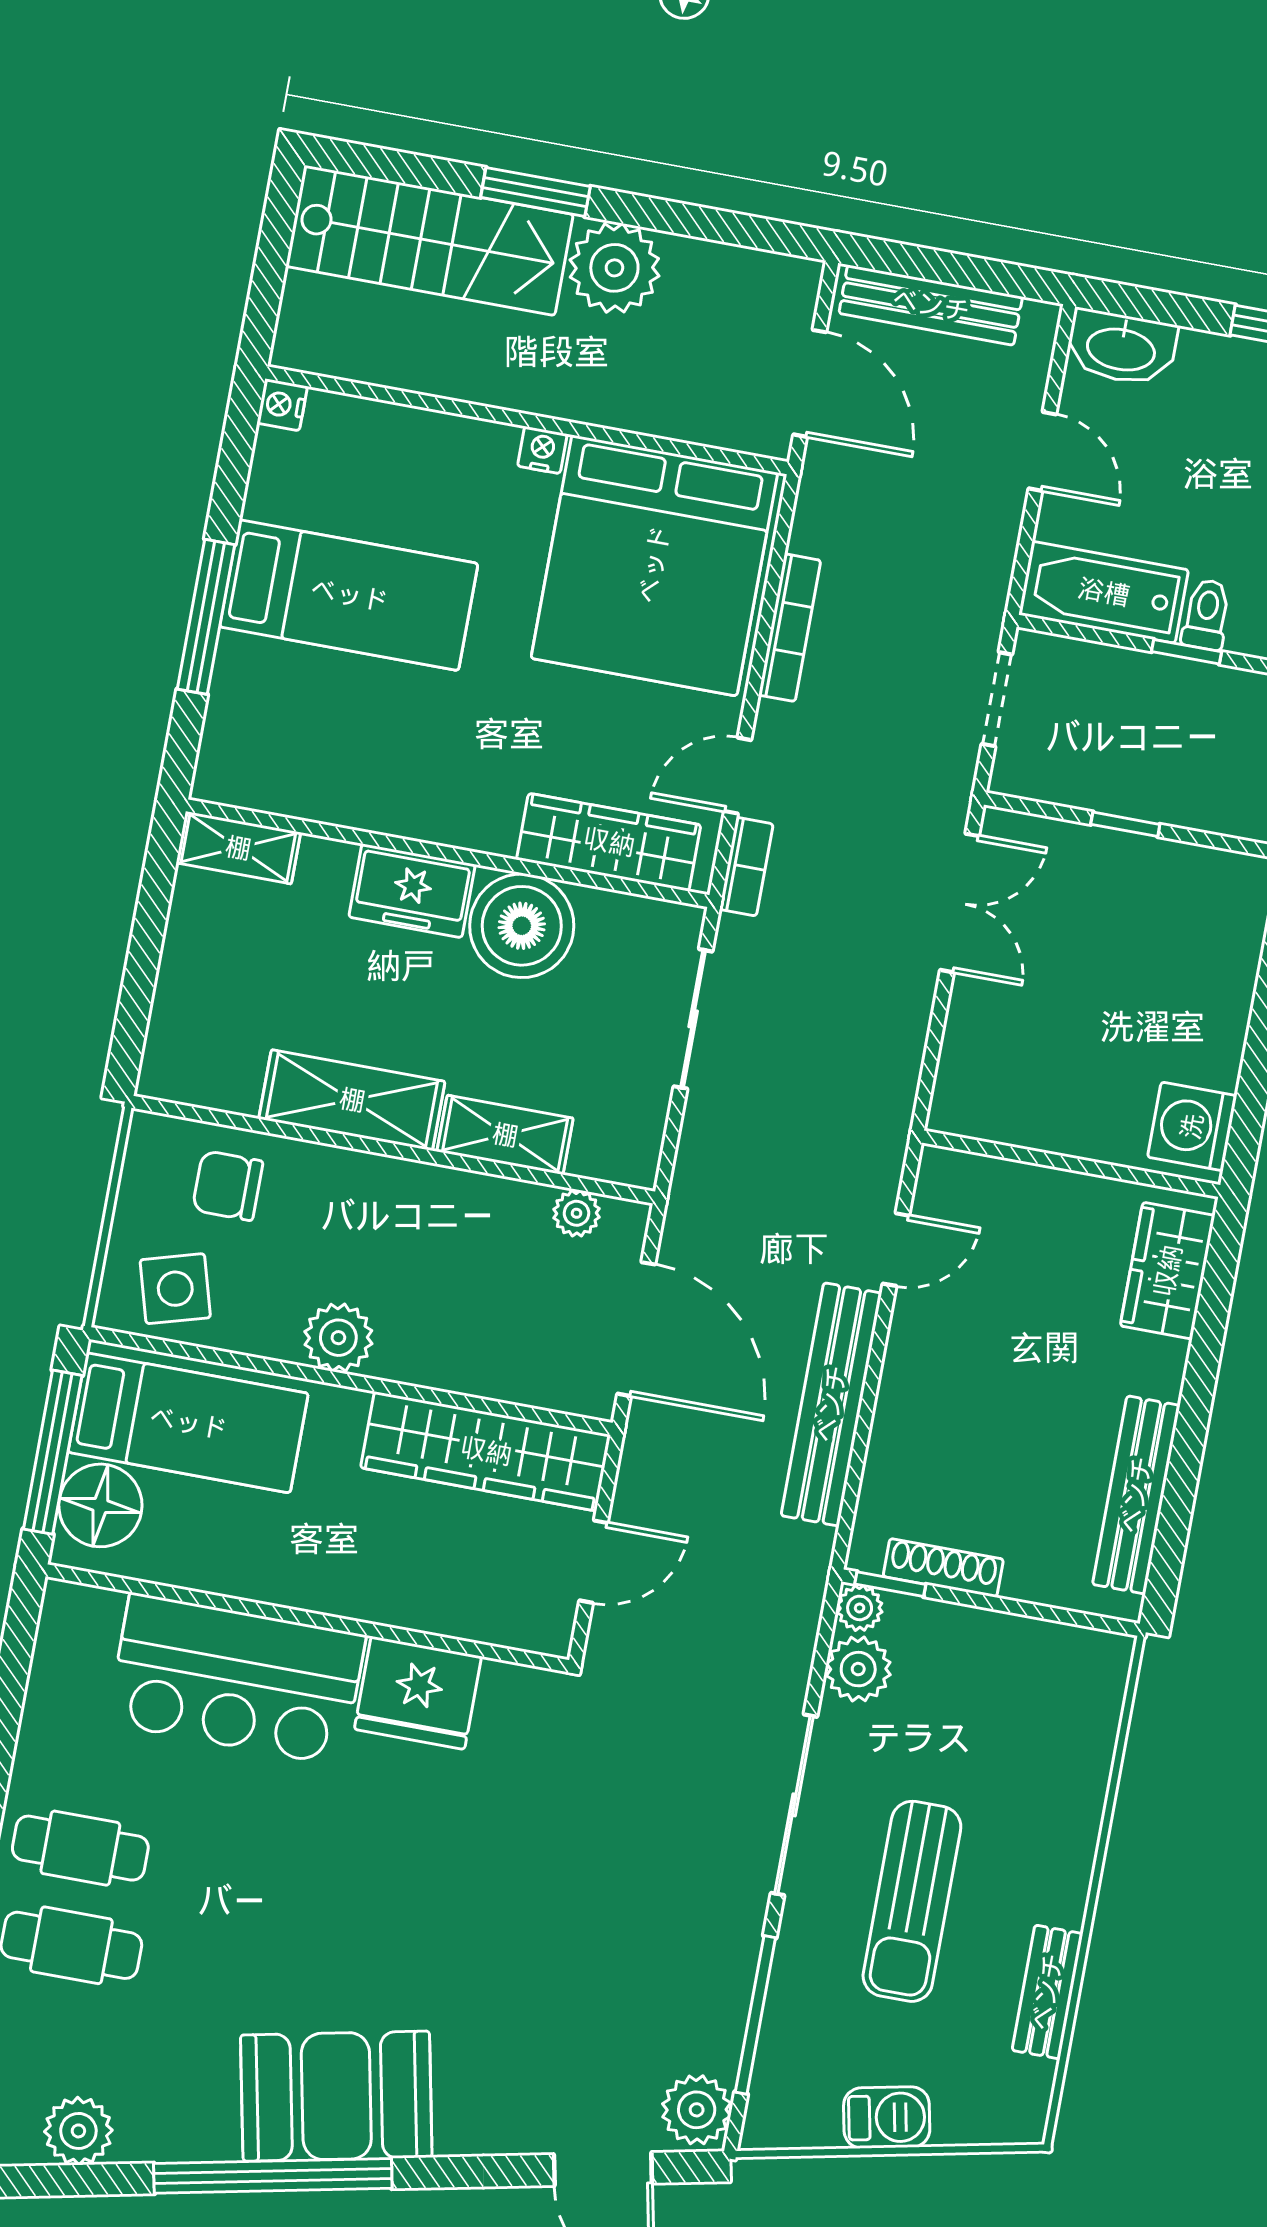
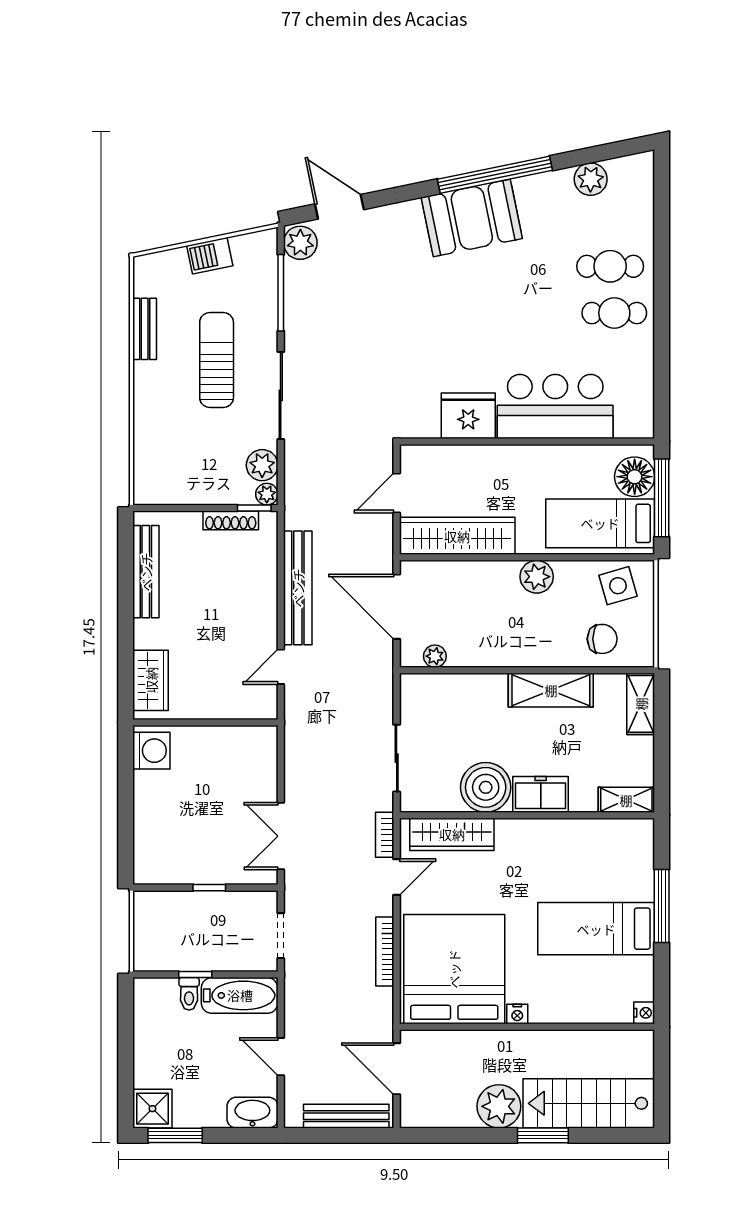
shelving: (505, 1135) -> (641, 704), moved, turned 90

